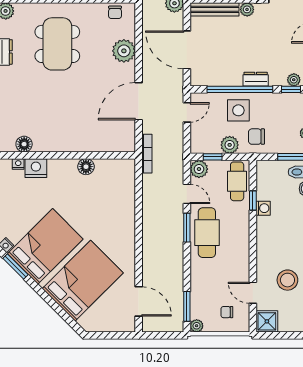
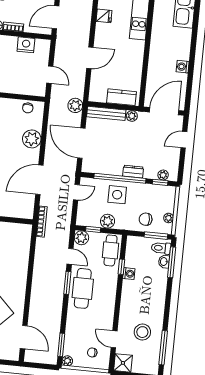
chair: (256, 137) -> (146, 219), moved

